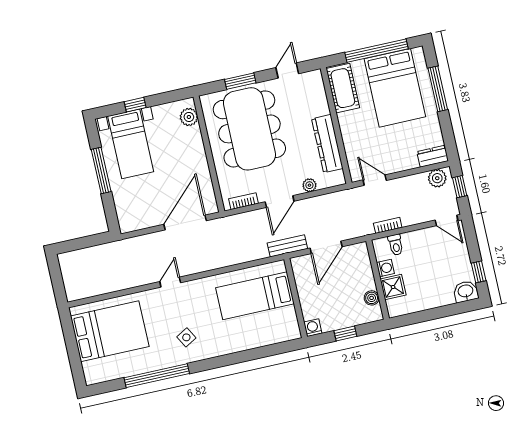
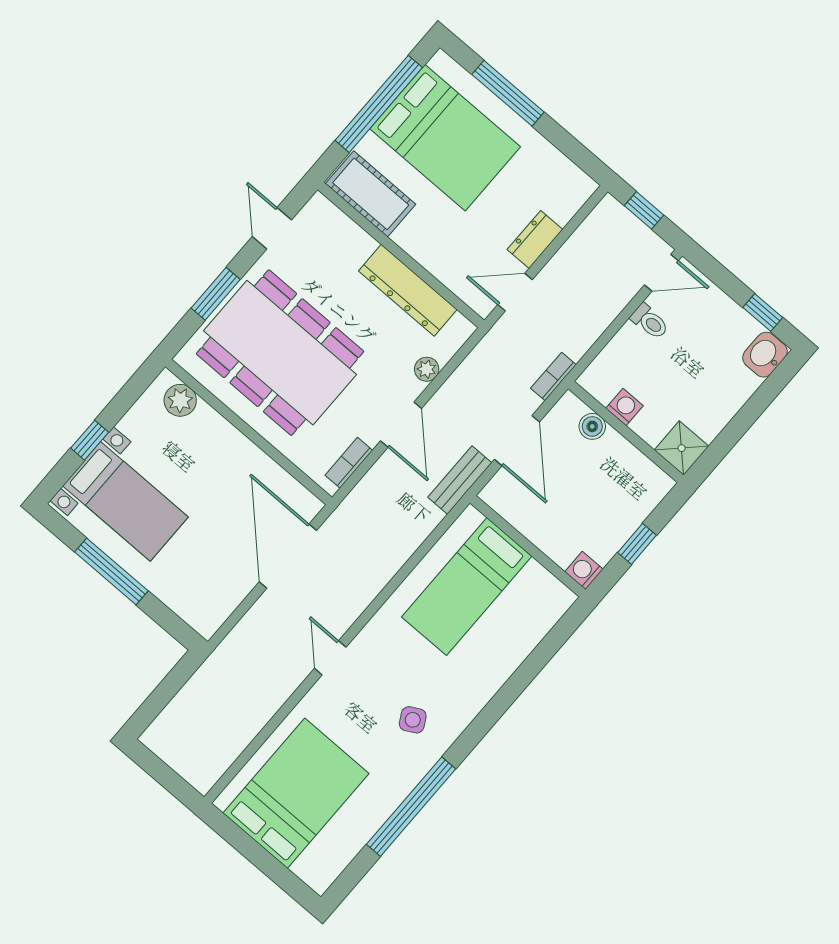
dresser: (433, 156) -> (535, 239), moved
plant: (437, 178) -> (603, 222), removed
bookcase: (388, 225) -> (553, 377), moved
toilet: (396, 245) -> (650, 322), moved
shower: (393, 287) -> (682, 448), moved
boiler: (372, 298) -> (592, 426), moved

